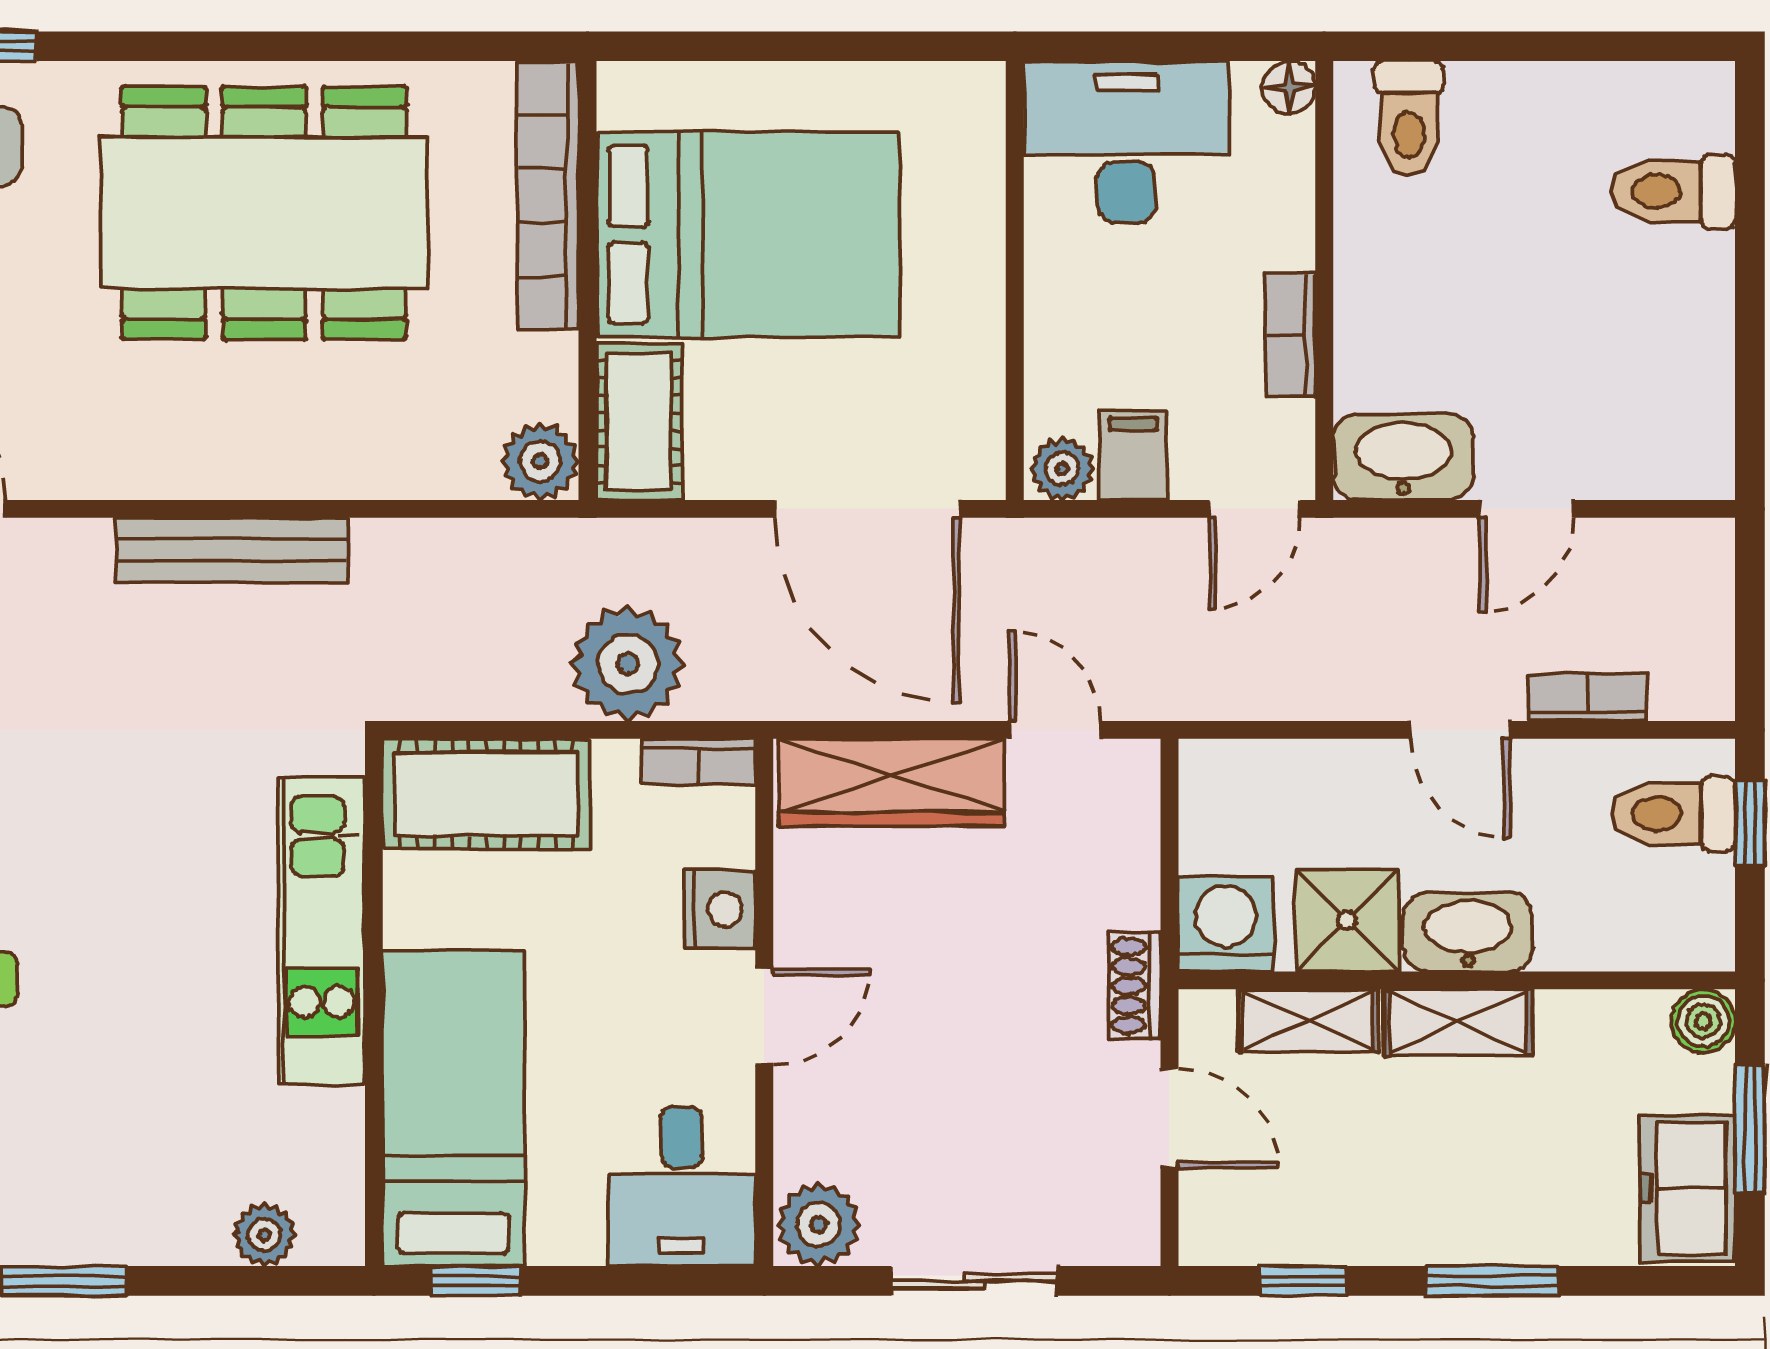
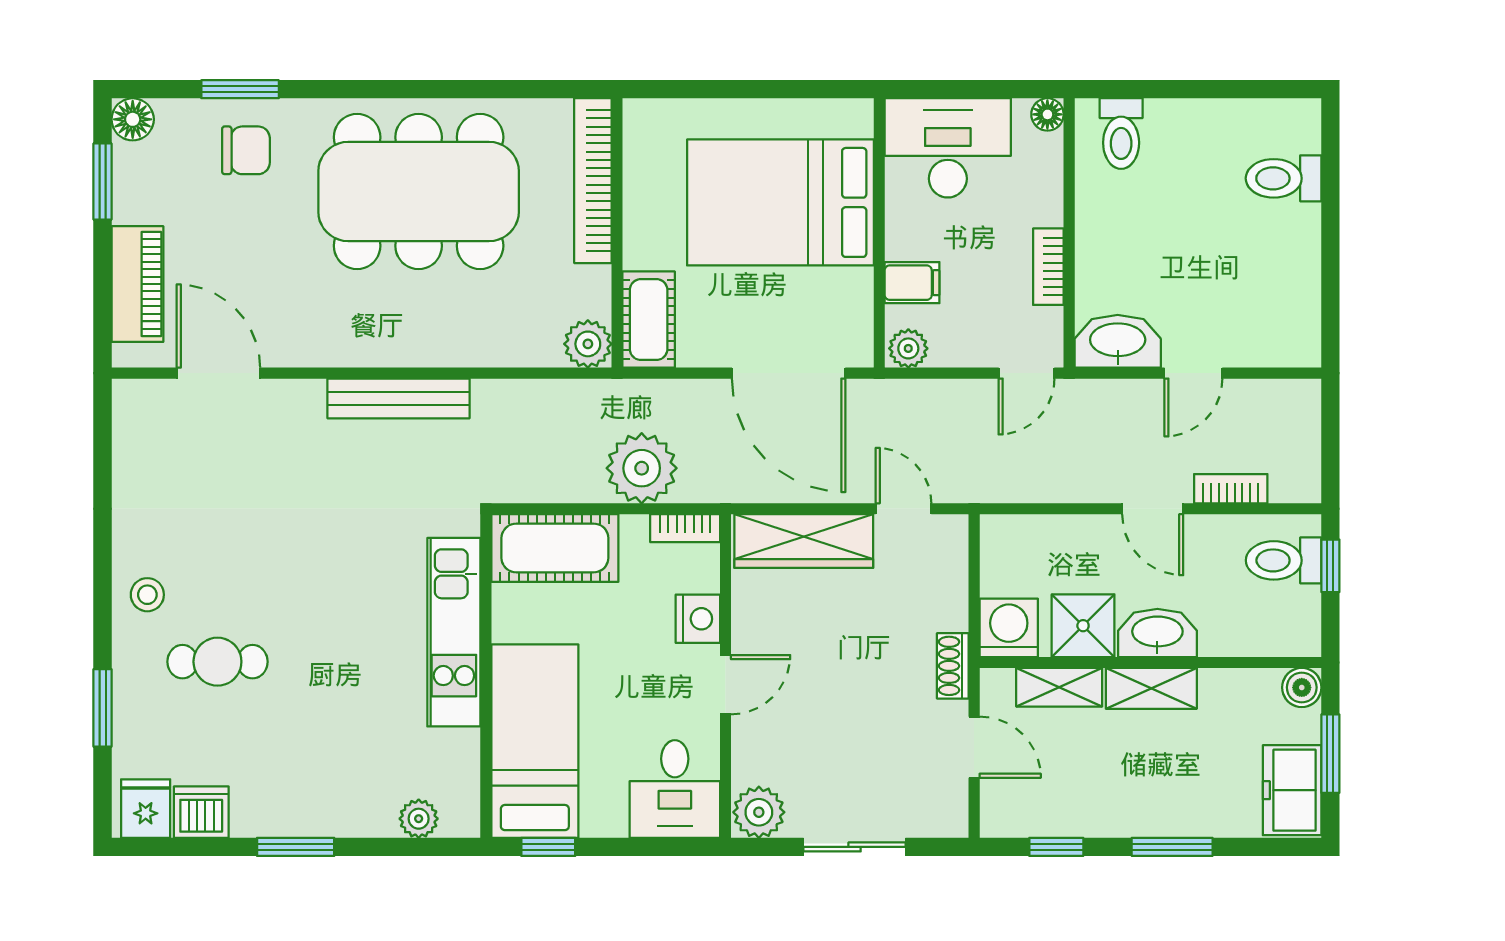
bed: (748, 235) -> (780, 202), moved, turned 180
filing cabinet: (1133, 455) -> (912, 283), moved, turned 90

